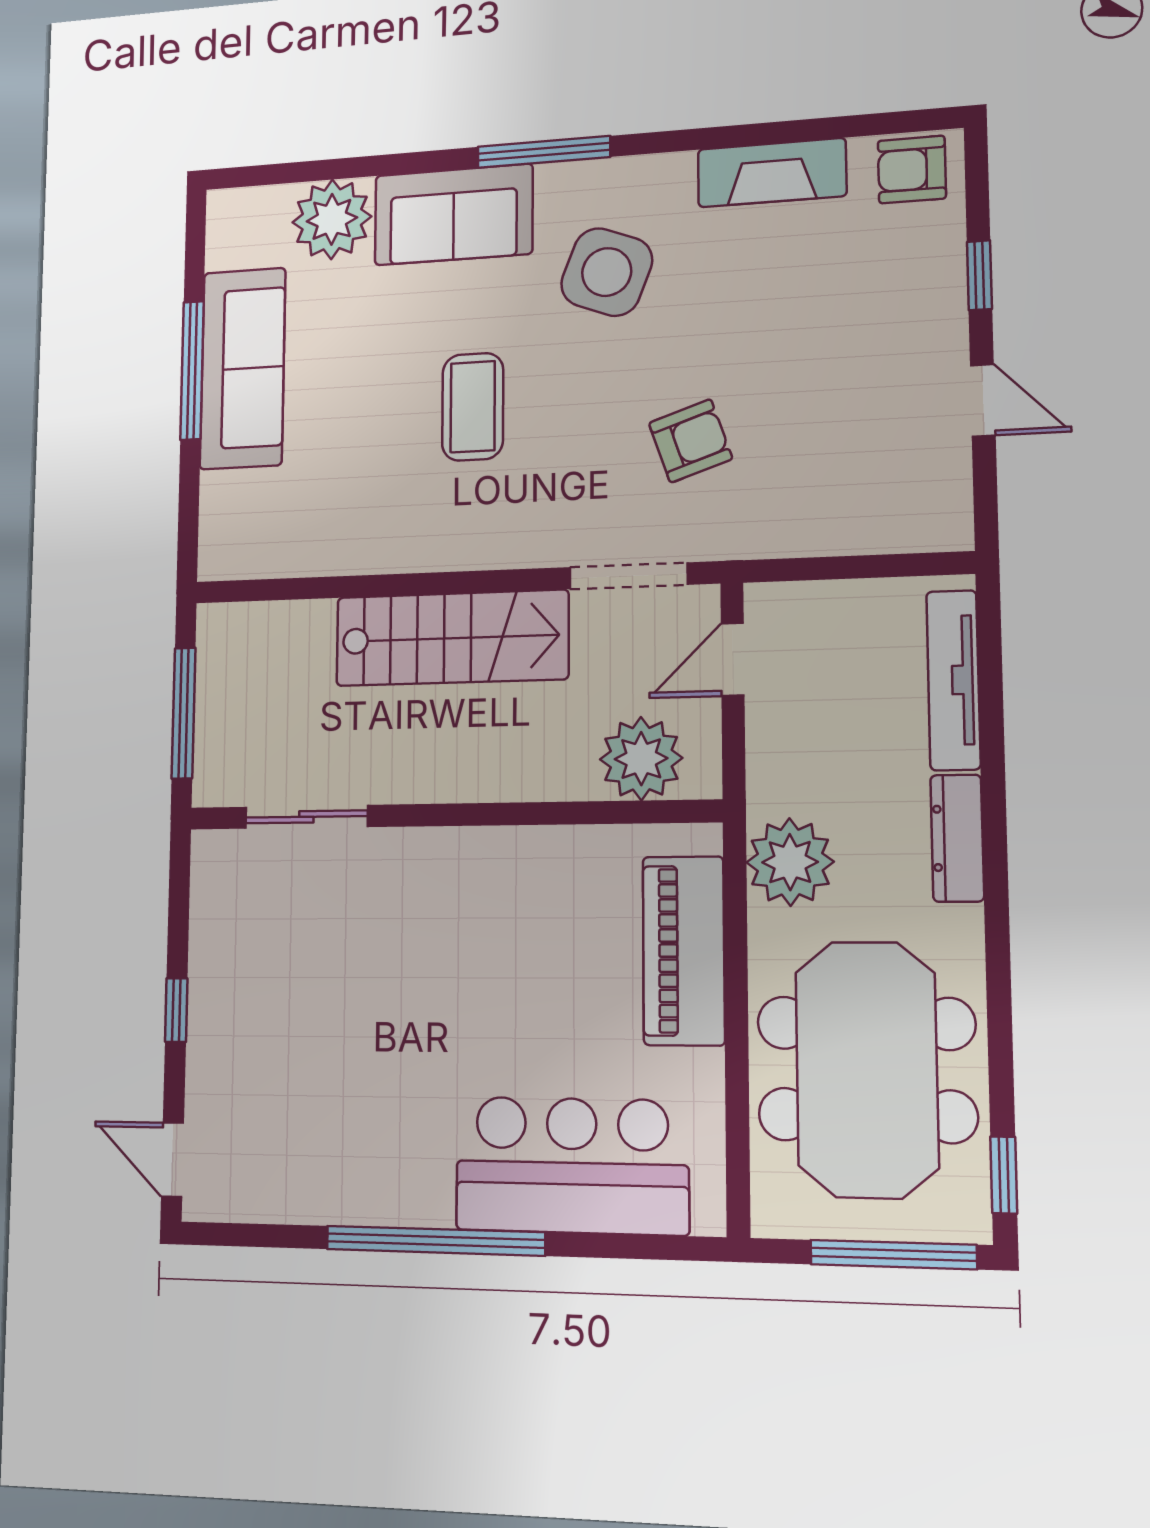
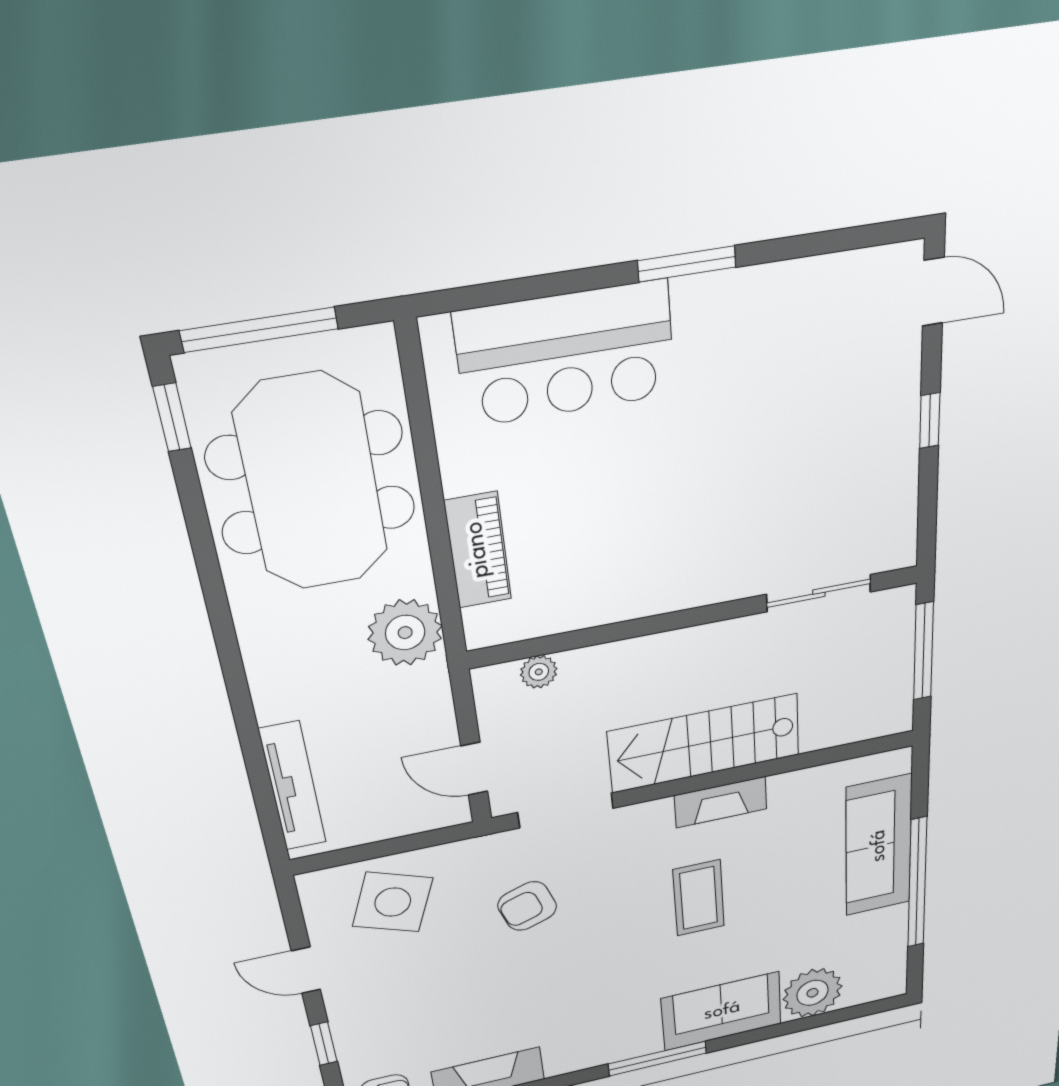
side table: (607, 272) -> (393, 902), moved
sofa: (243, 368) -> (879, 846), moved
window: (192, 370) -> (917, 883), width x1.46
fireplace: (437, 548) -> (721, 802), added
door: (733, 659) -> (474, 769), swing flipped
plant: (641, 759) -> (539, 672), width x0.53, depth x0.53
dresser: (957, 838) -> (267, 675), removed
piano: (684, 951) -> (478, 550), width x0.73, depth x0.75
window: (435, 1241) -> (687, 264), width x0.47

